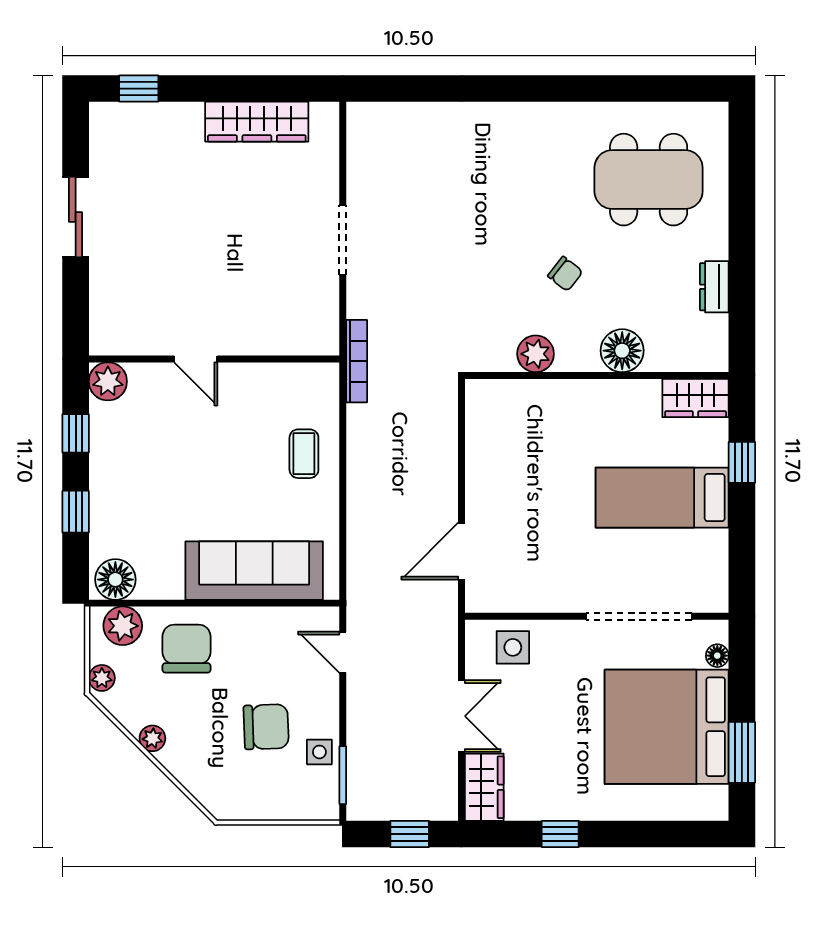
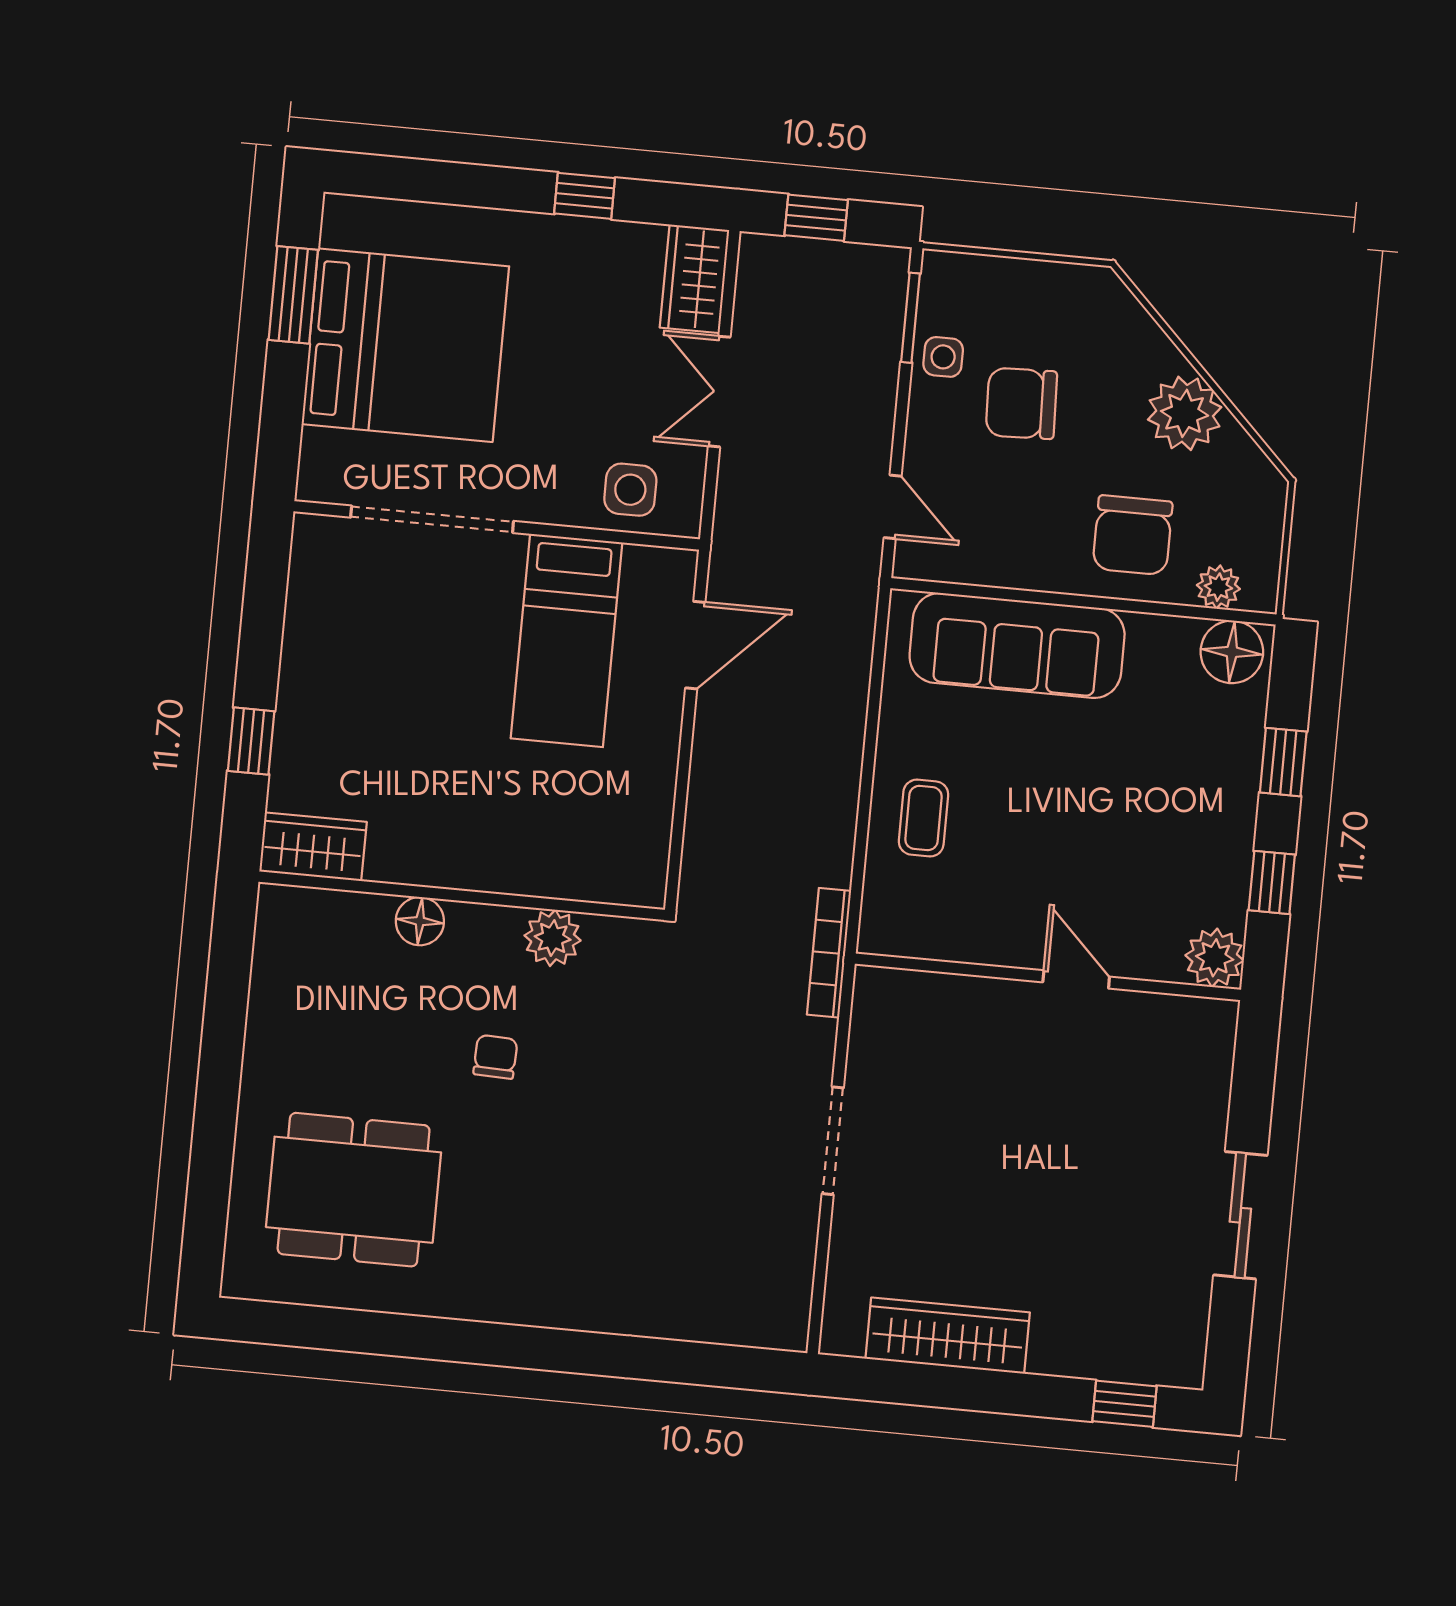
chair: (565, 274) -> (495, 1057), turned 54
dresser: (714, 287) -> (268, 1015), removed
floor lamp: (622, 351) -> (420, 921), width x0.73, depth x0.73
bed: (662, 498) -> (567, 640), moved, turned 90
plant: (123, 626) -> (1218, 587), width x0.73, depth x0.73
floor lamp: (717, 656) -> (317, 447), removed
plant: (102, 678) -> (1267, 502), removed
plant: (152, 738) -> (1185, 413), width x1.87, depth x1.87

